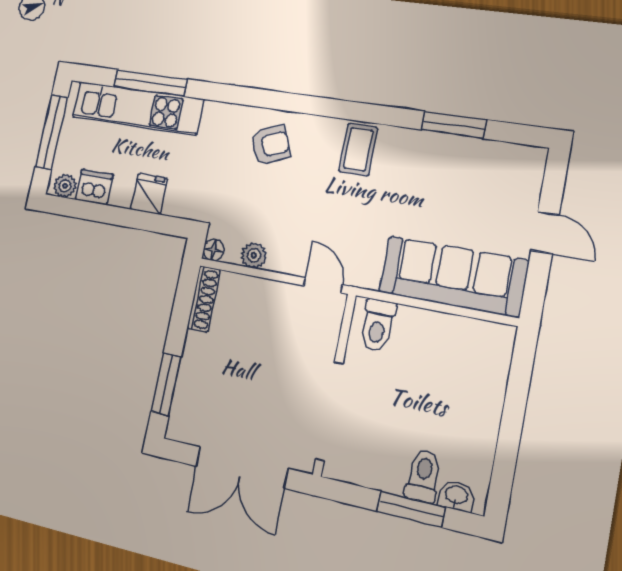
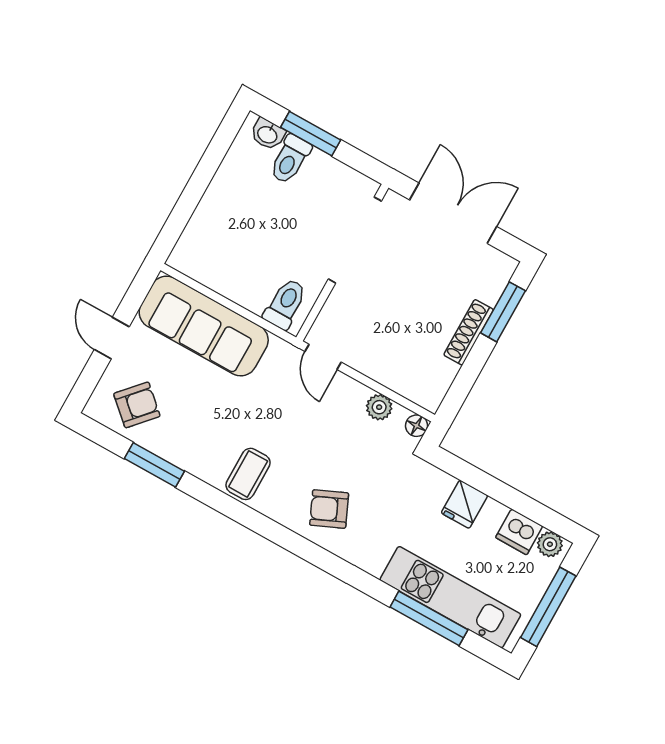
armchair: (493, 176) -> (137, 405), added
shoe rack: (204, 299) -> (469, 332), moved

